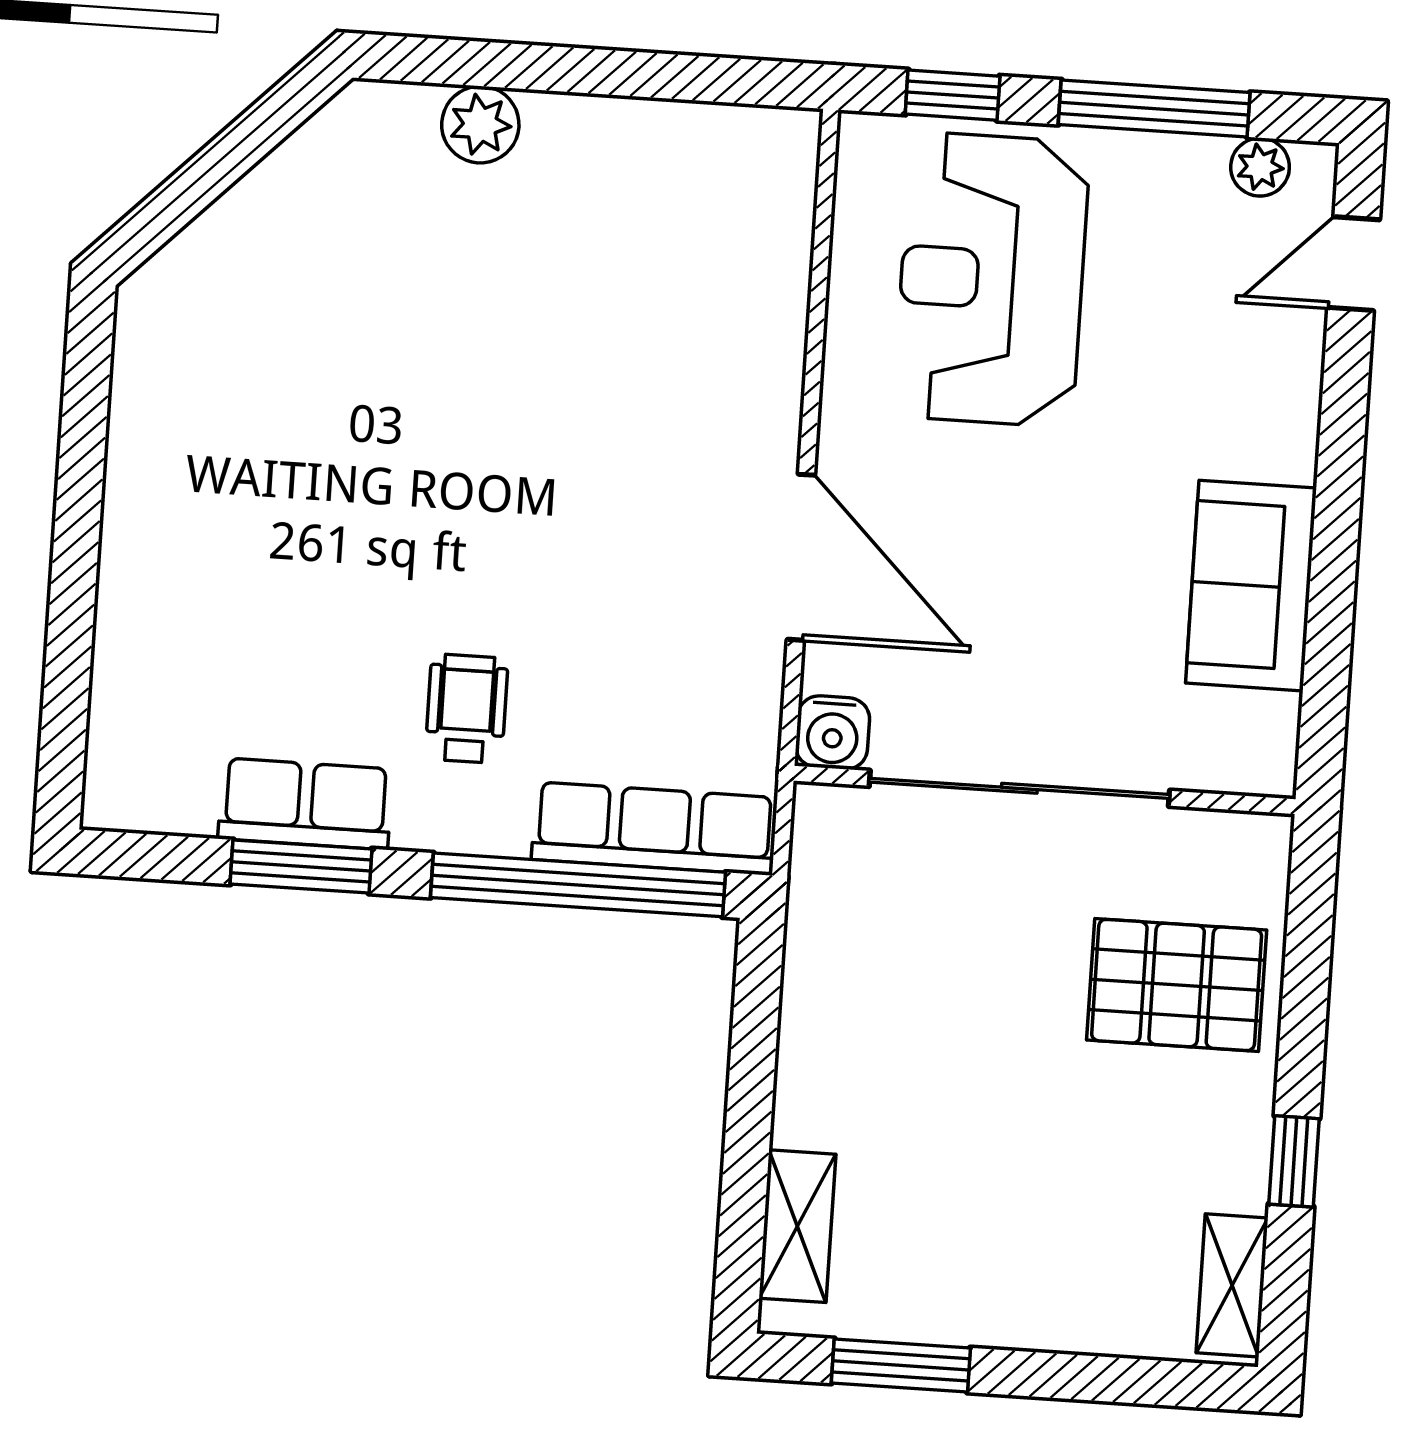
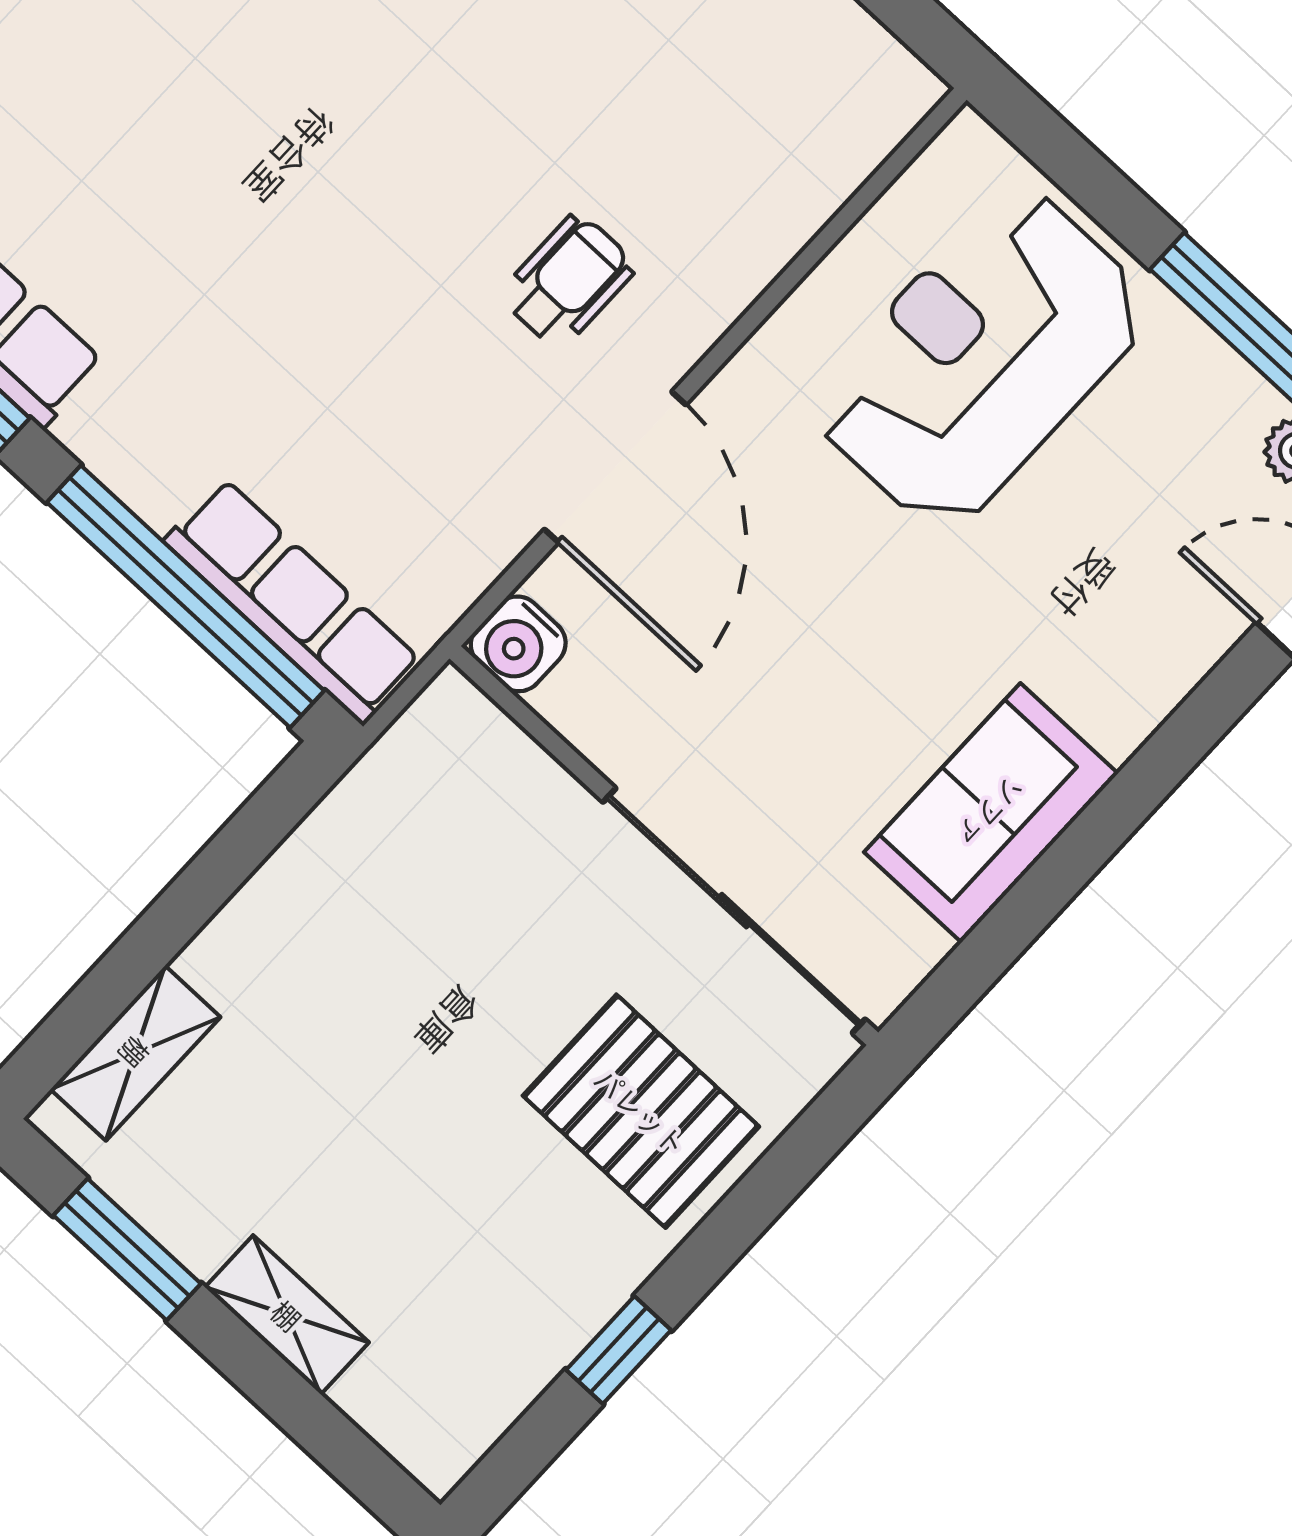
window: (953, 95) -> (1078, 168), removed
wheelchair: (467, 709) -> (568, 281), moved
sliding door: (1019, 788) -> (734, 911), moved
shelving: (1232, 1285) -> (287, 1315), moved, turned 90

